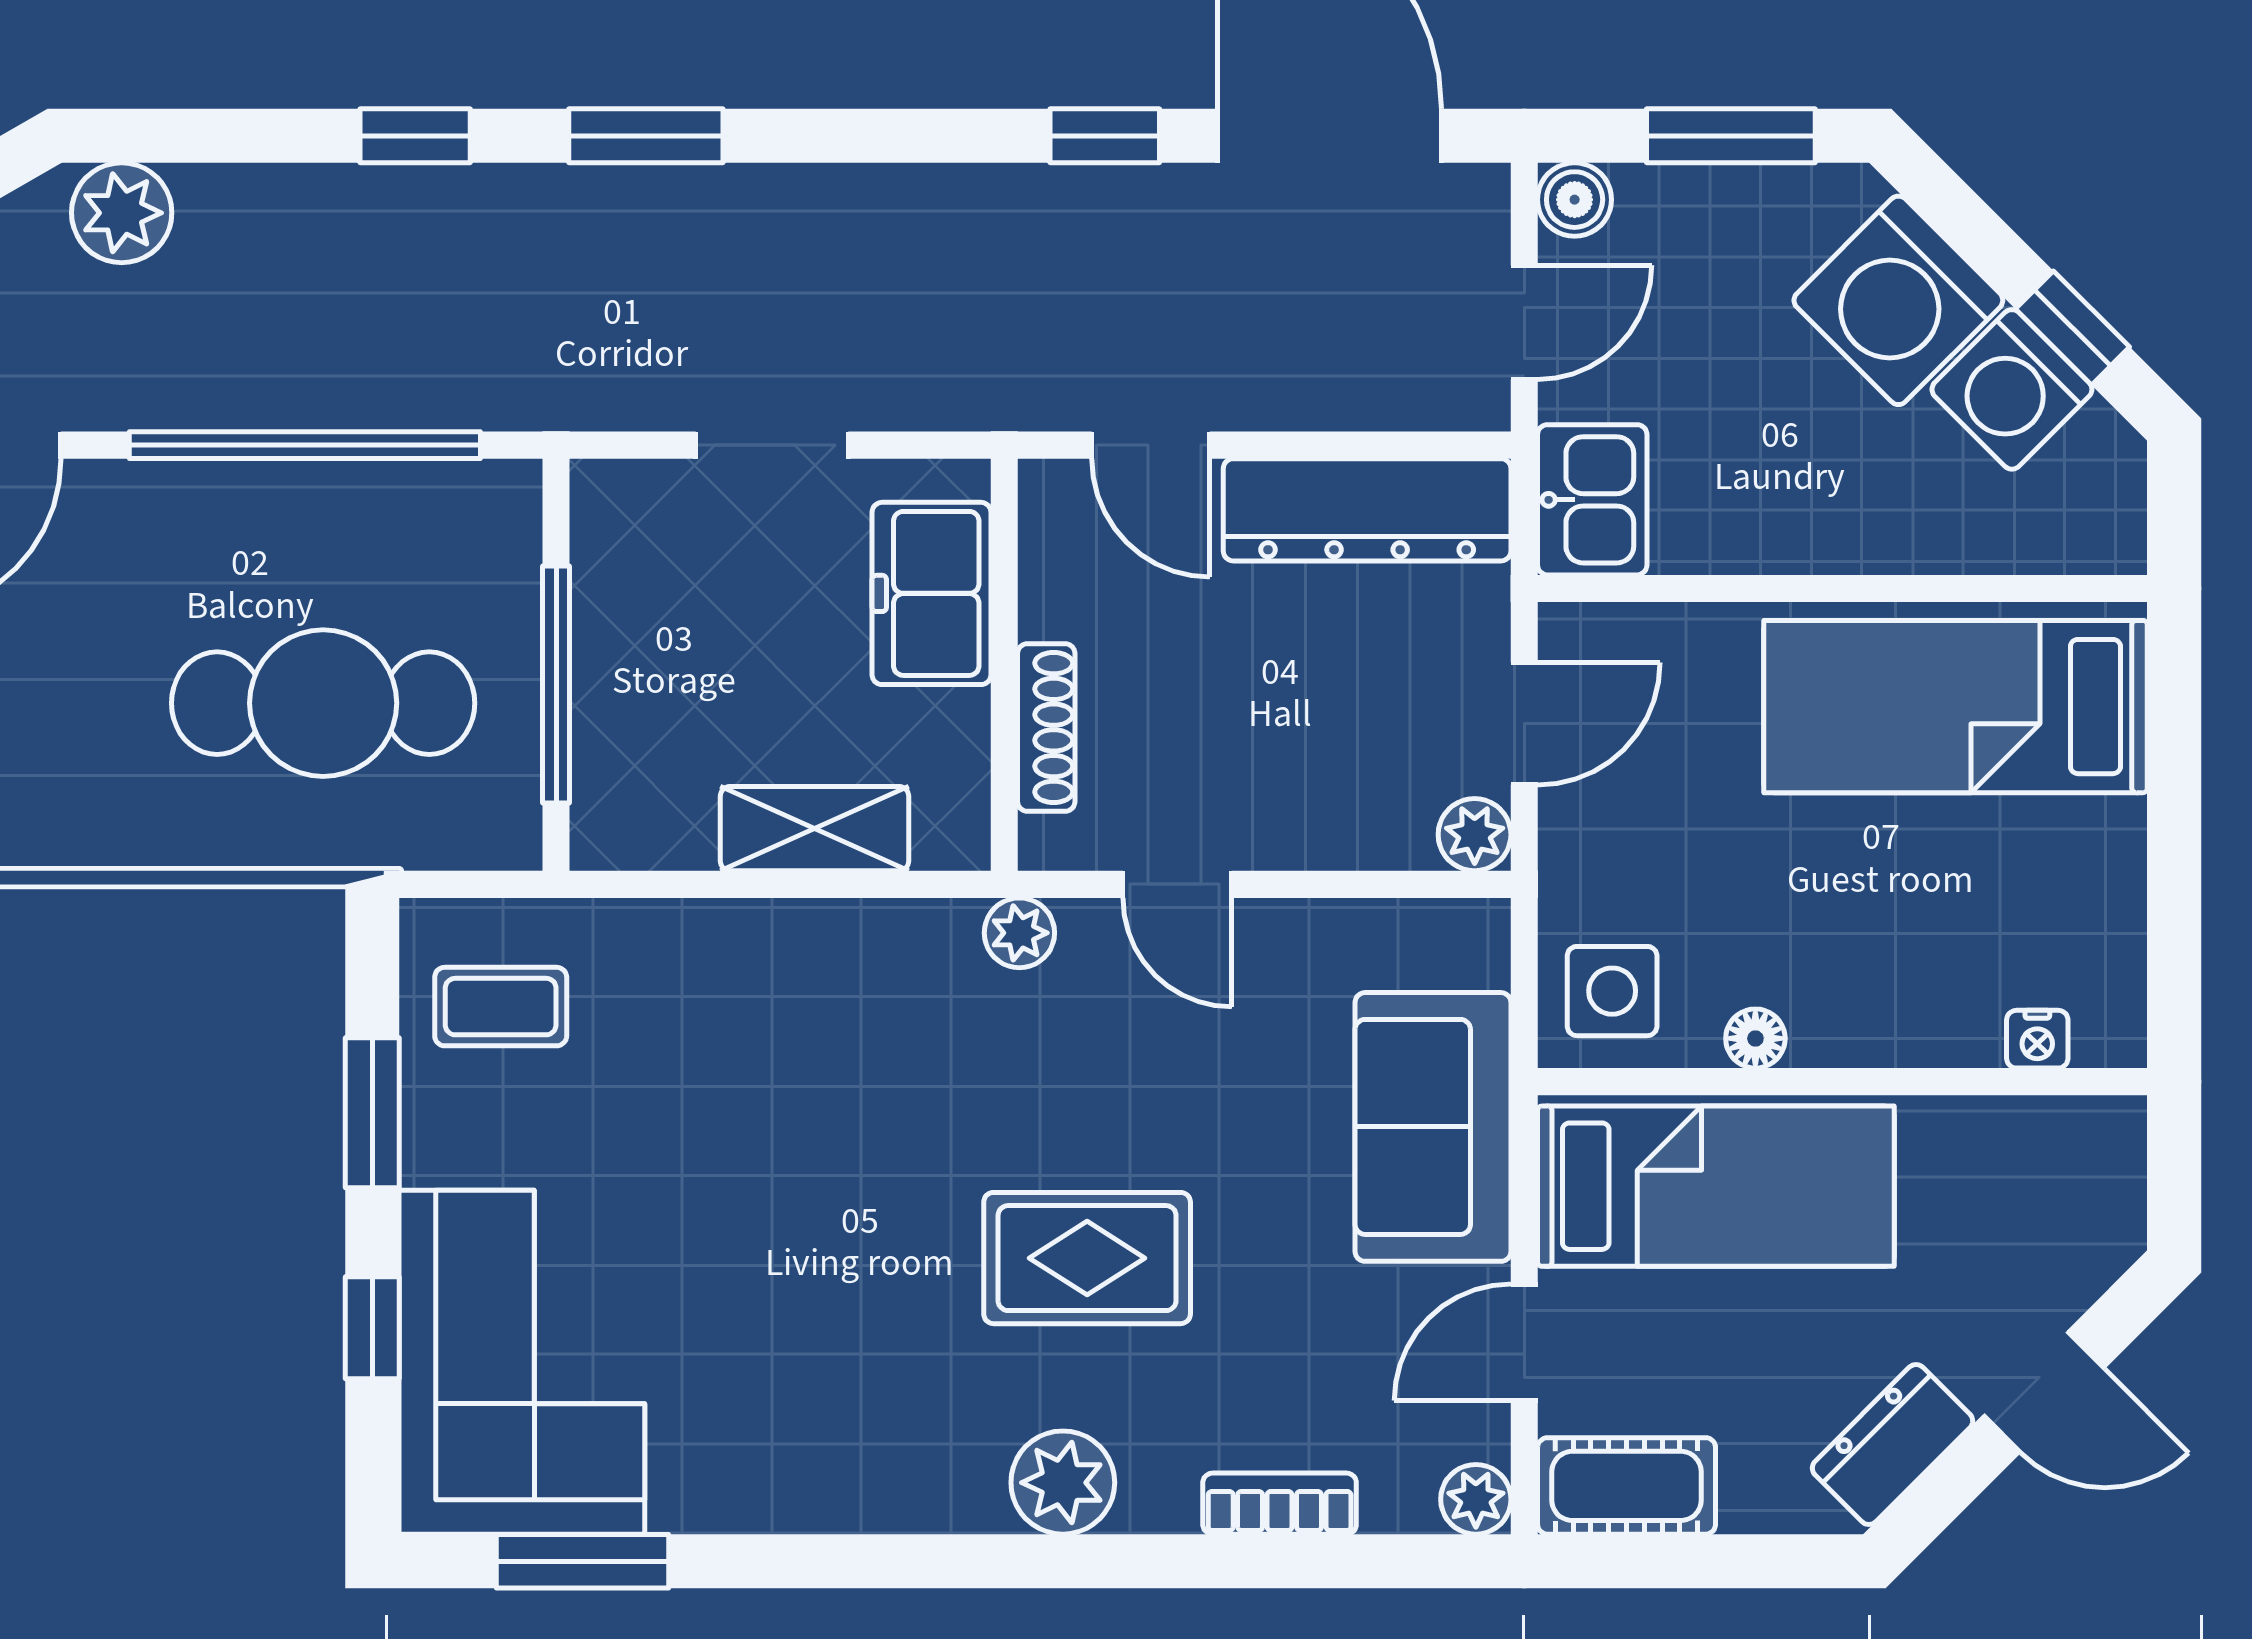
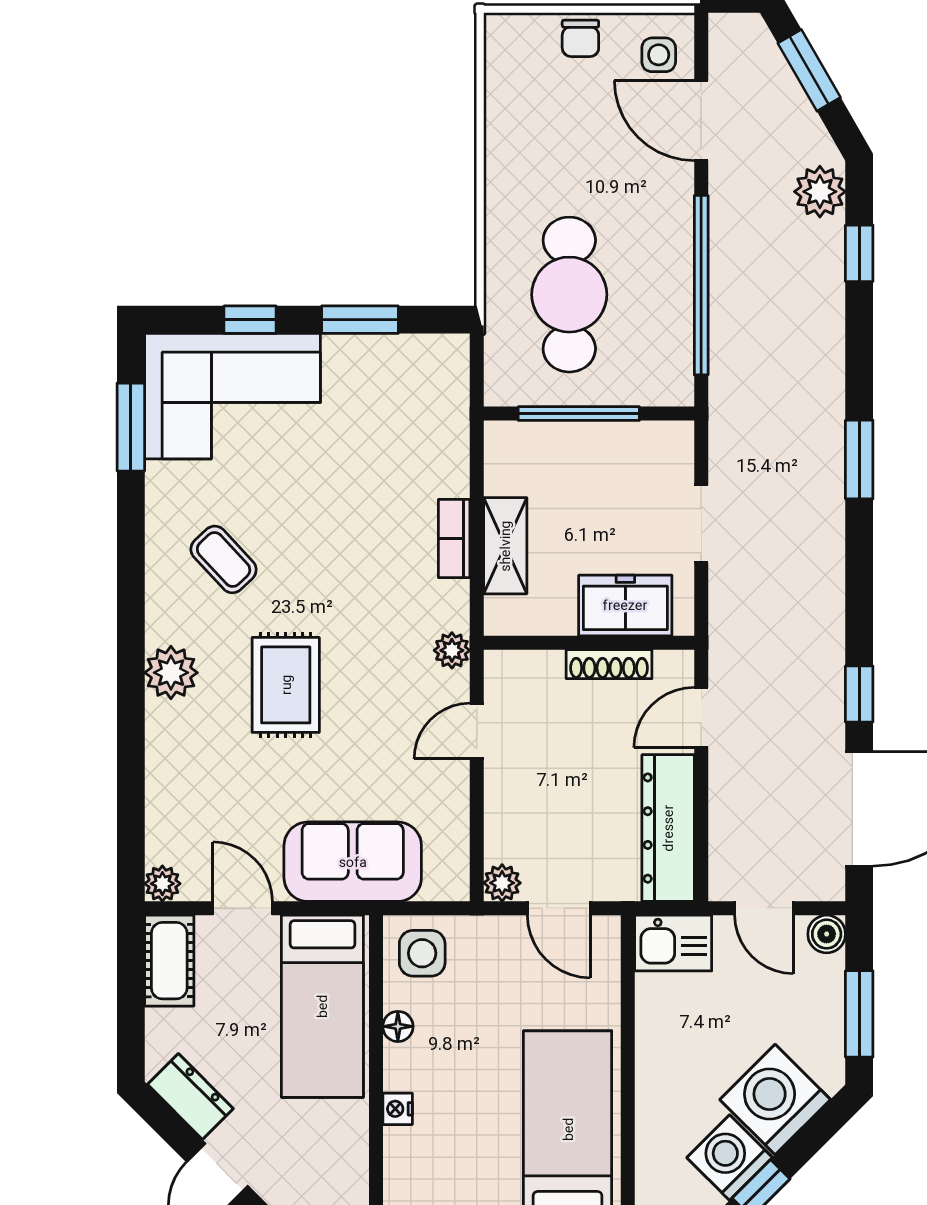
window: (415, 136) -> (859, 253), moved
shoe rack: (1046, 728) -> (609, 664), moved
coffee table: (501, 1007) -> (224, 559), moved, turned -43
nightstand: (2037, 1039) -> (398, 1109), moved
bookcase: (1280, 1504) -> (454, 538), moved, turned 180

